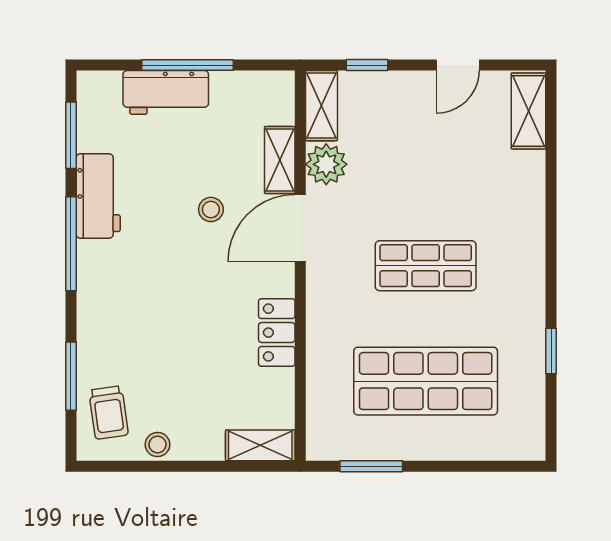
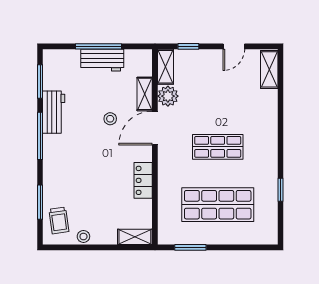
workbench: (166, 92) -> (102, 60), moved

